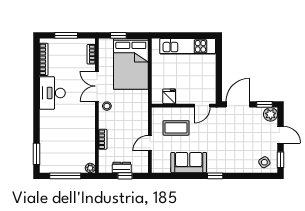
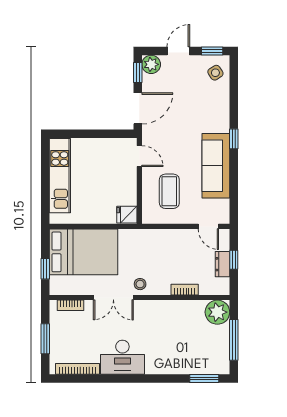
fridge: (169, 96) -> (127, 215), moved
door: (238, 104) -> (138, 108), swing flipped
door: (150, 143) -> (208, 226), moved
sofa: (189, 163) -> (216, 166), width x1.36
plant: (90, 168) -> (217, 312), width x1.88, depth x1.88

